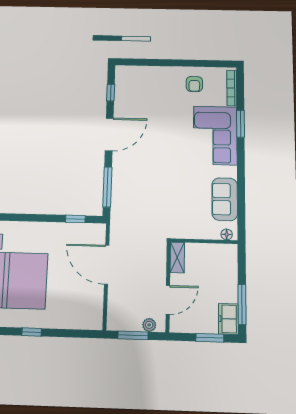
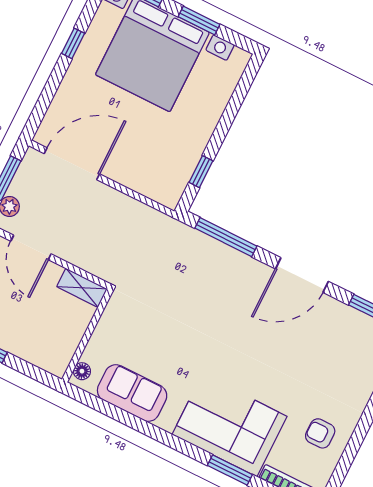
door: (109, 134) -> (302, 275), hinge flipped
door: (107, 265) -> (72, 164), moved

